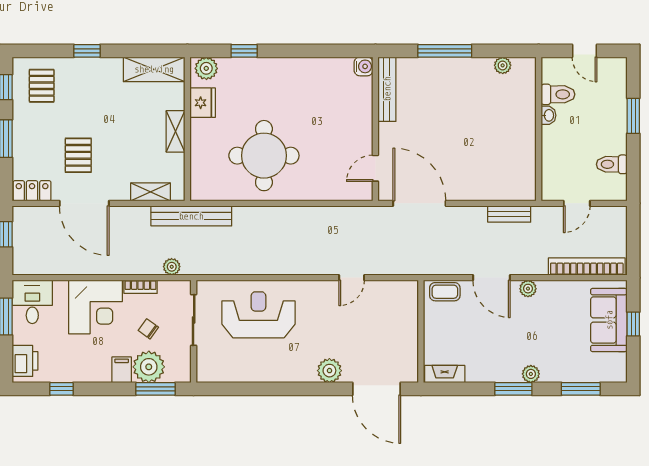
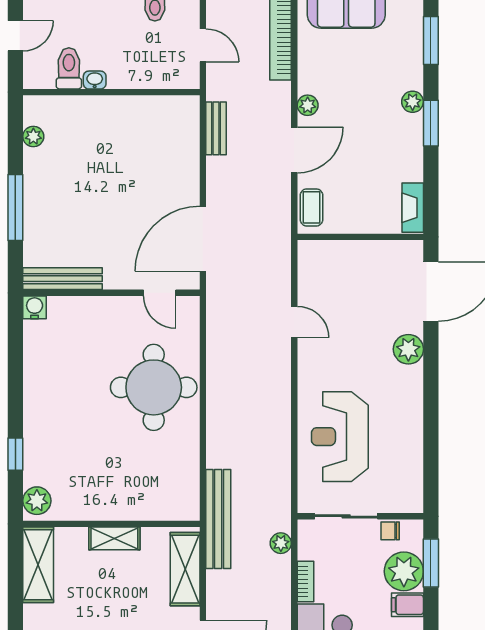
fridge: (203, 103) -> (79, 505), removed
round table: (264, 156) -> (154, 387), moved
shelving: (151, 192) -> (185, 569), width x1.50, depth x1.33
chair: (148, 329) -> (390, 531), moved, turned 54

